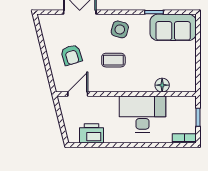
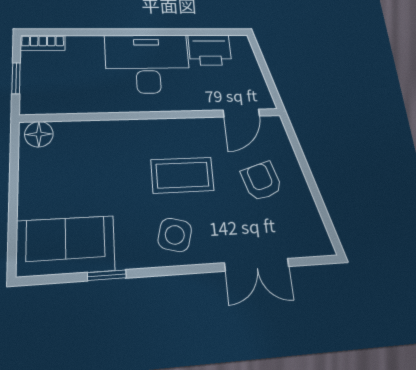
coffee table: (113, 60) -> (182, 175), width x1.36, depth x1.30
floor lamp: (162, 85) -> (39, 134), moved
desk: (143, 114) -> (147, 64), moved, turned 180

